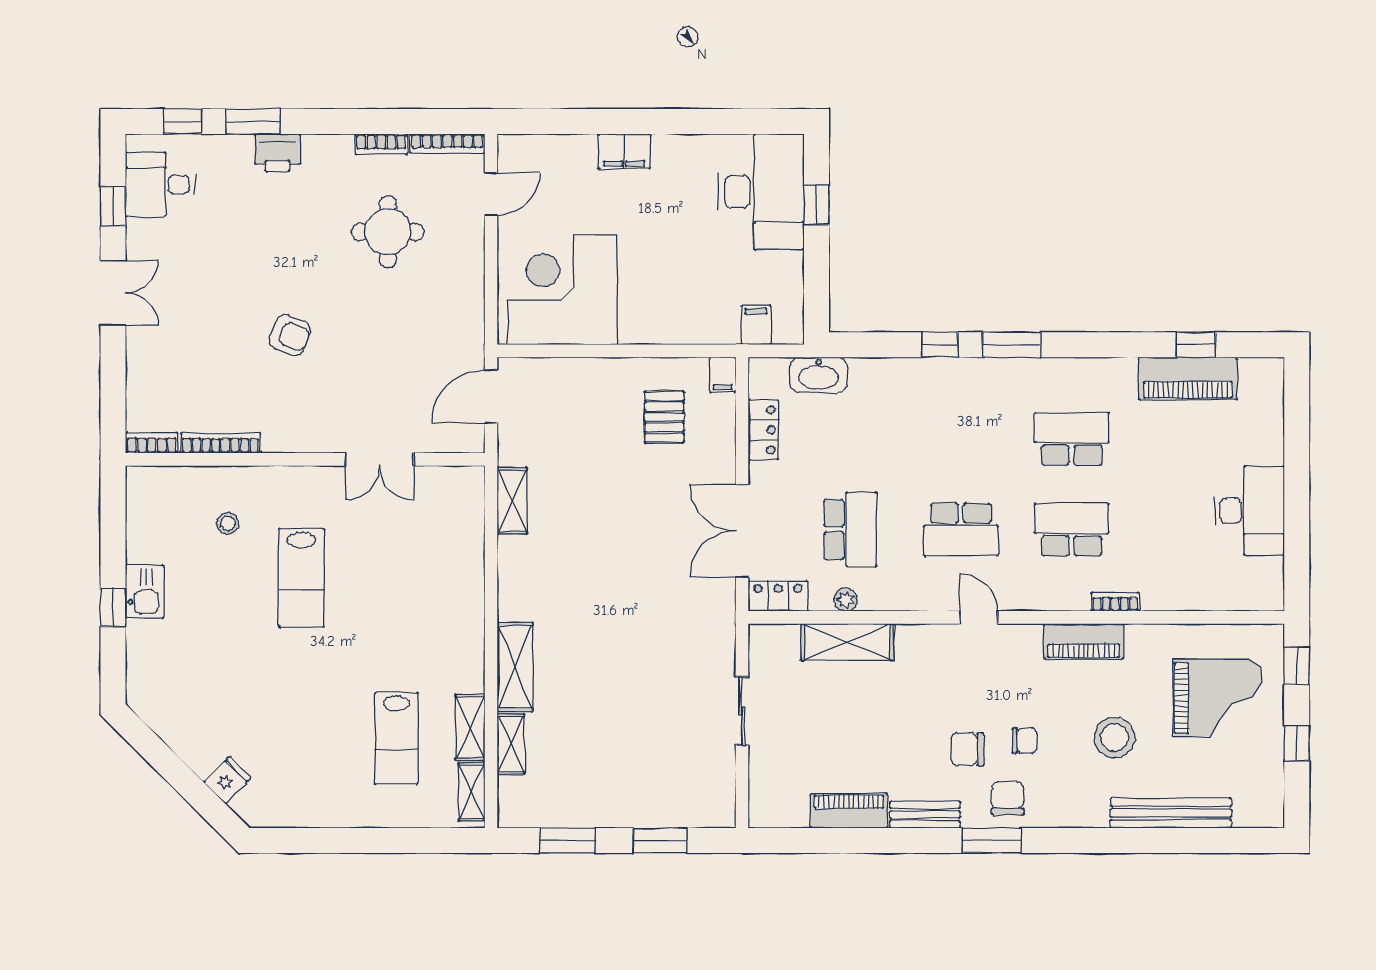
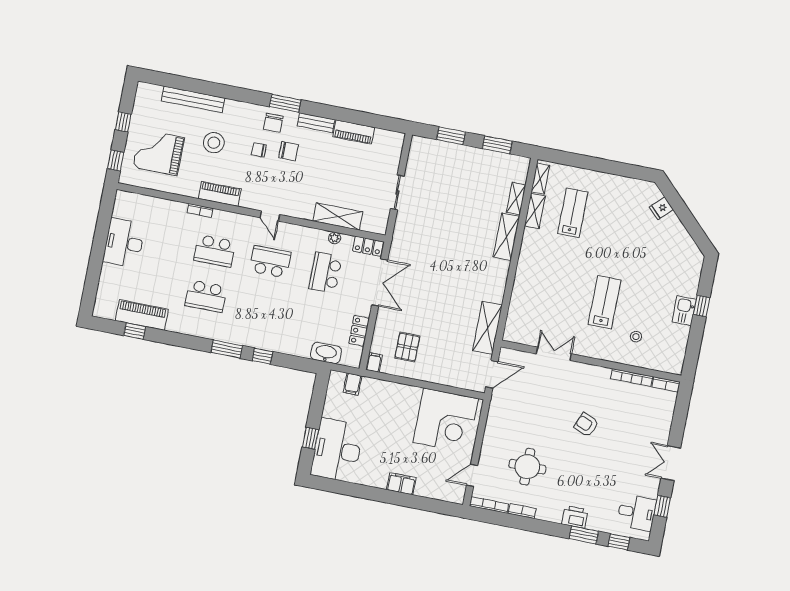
shelving: (512, 501) -> (487, 328), width x1.50, depth x1.33

